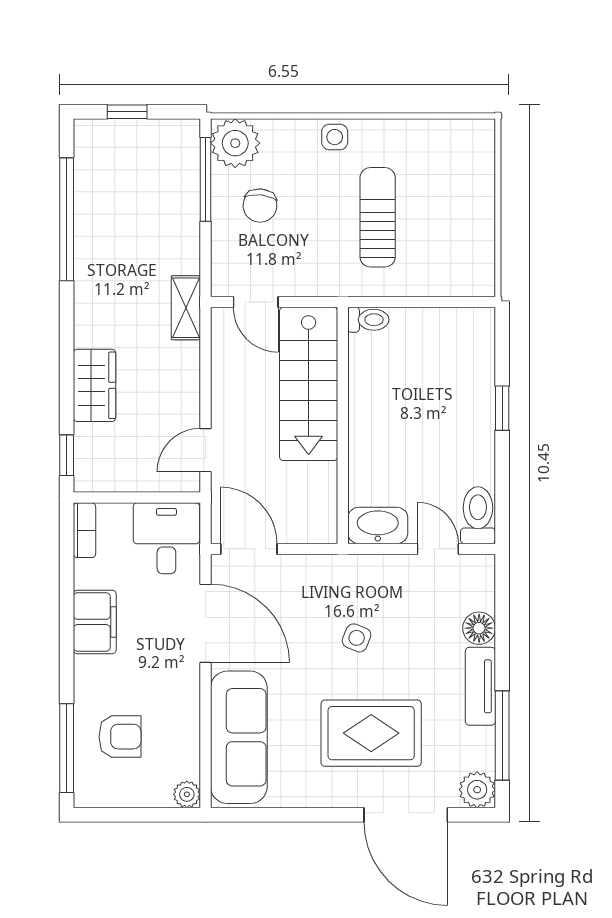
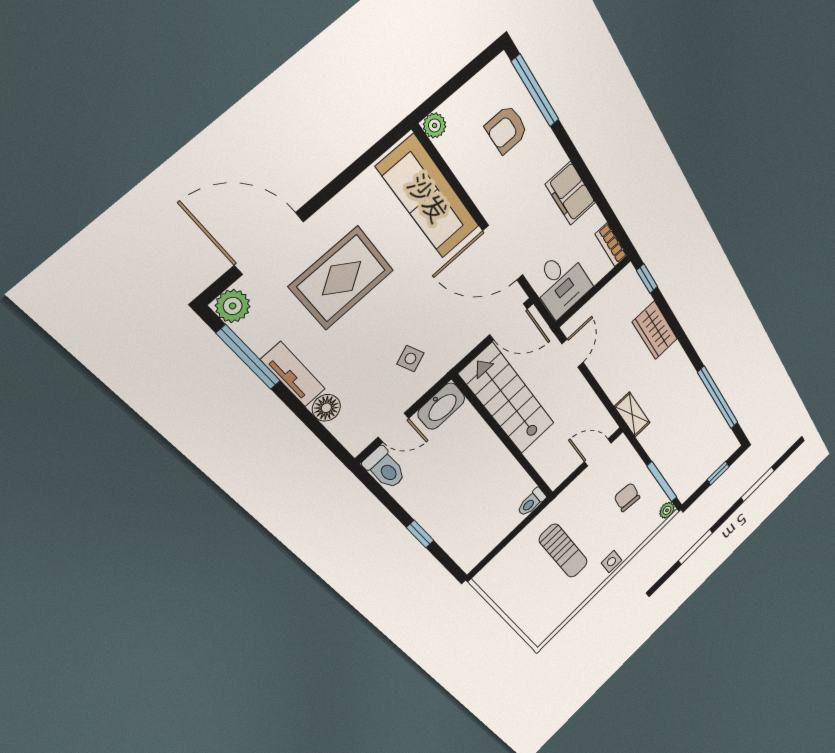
plant: (235, 143) -> (667, 510), width x0.53, depth x0.53
stairs: (309, 384) -> (507, 399), moved
side table: (357, 638) -> (410, 359), moved, turned 45

